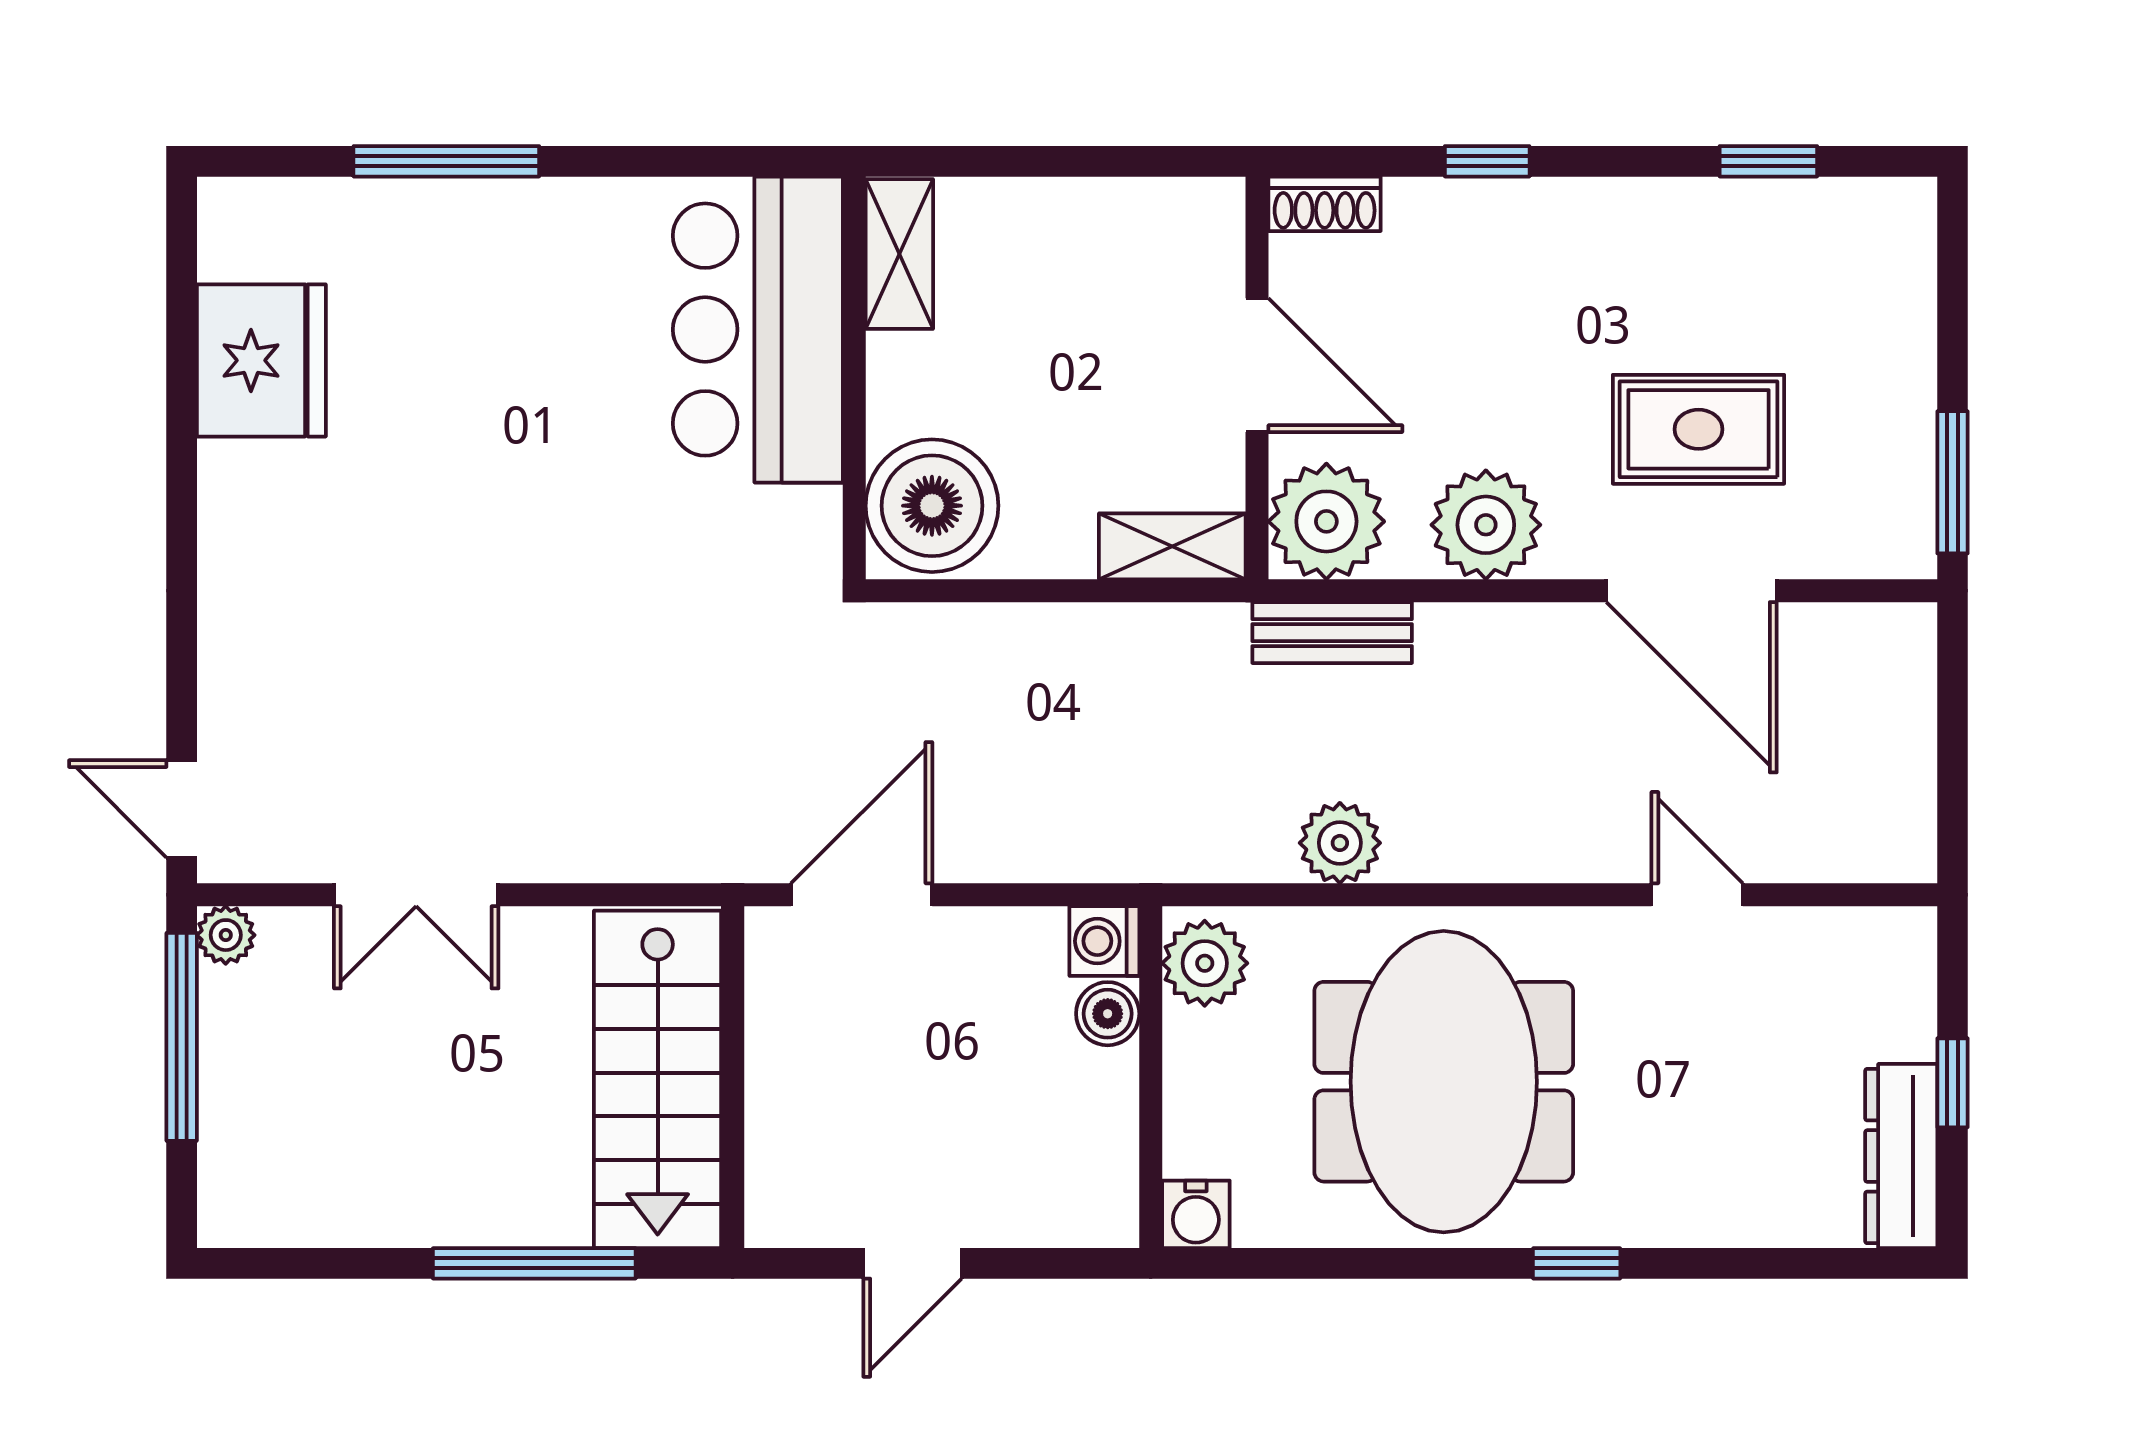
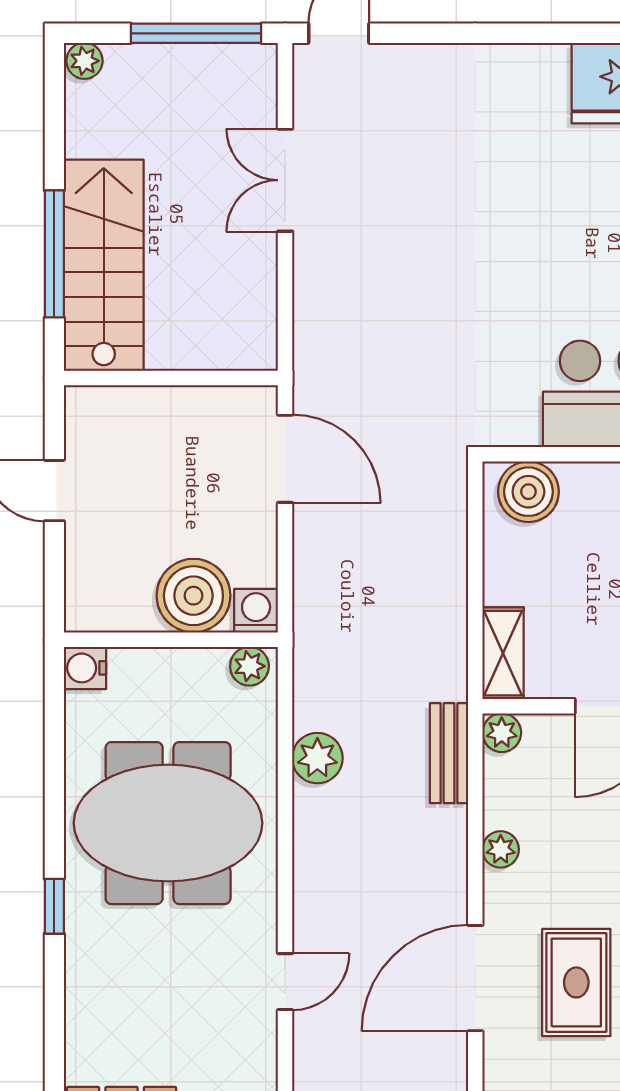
boiler: (932, 506) -> (528, 492), width x0.73, depth x0.73
plant: (1326, 521) -> (502, 733), width x0.53, depth x0.53
plant: (1486, 525) -> (501, 849), width x0.53, depth x0.53
plant: (226, 935) -> (84, 61), moved
plant: (1205, 963) -> (249, 666), width x0.73, depth x0.73
boiler: (1108, 1014) -> (193, 596), width x1.86, depth x1.86
stairs: (658, 1079) -> (104, 265), moved, turned 90

